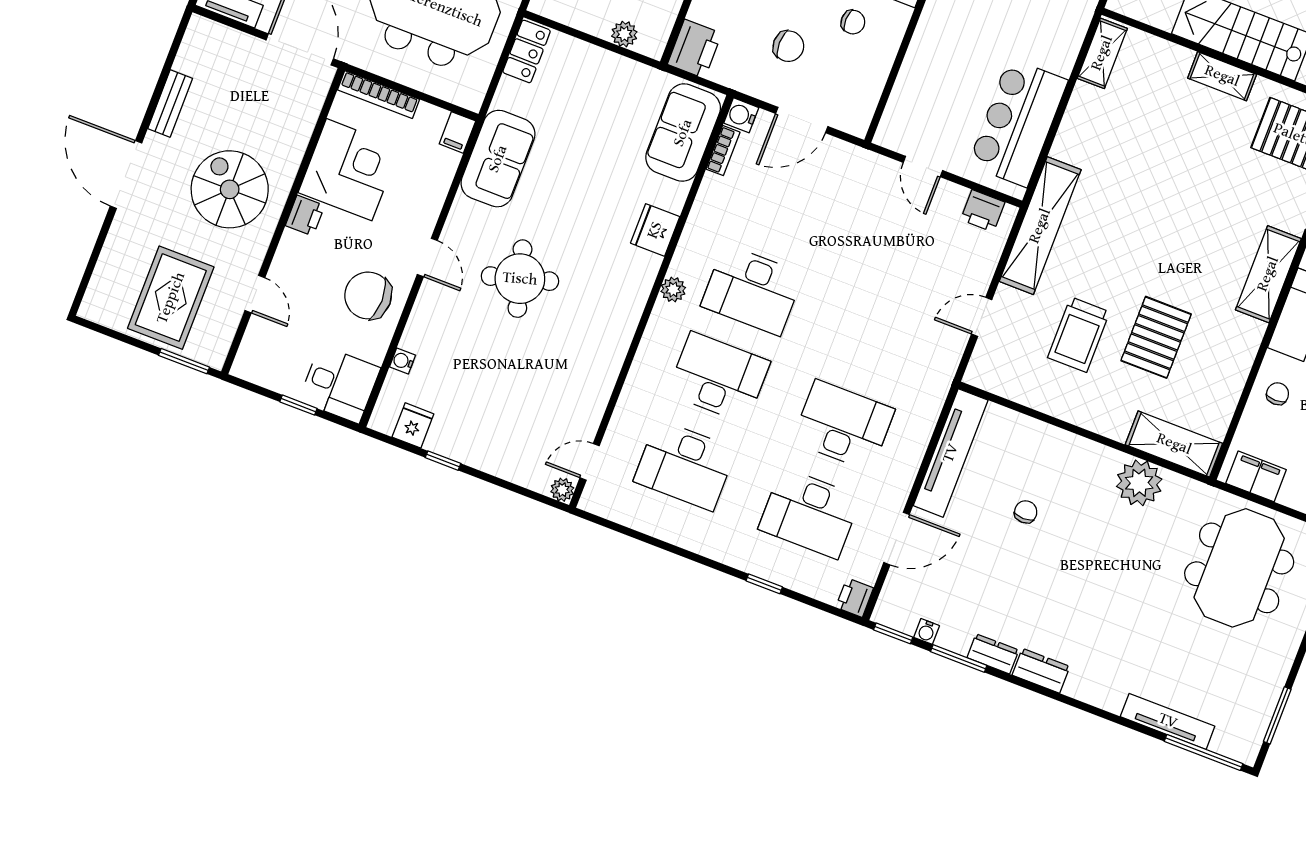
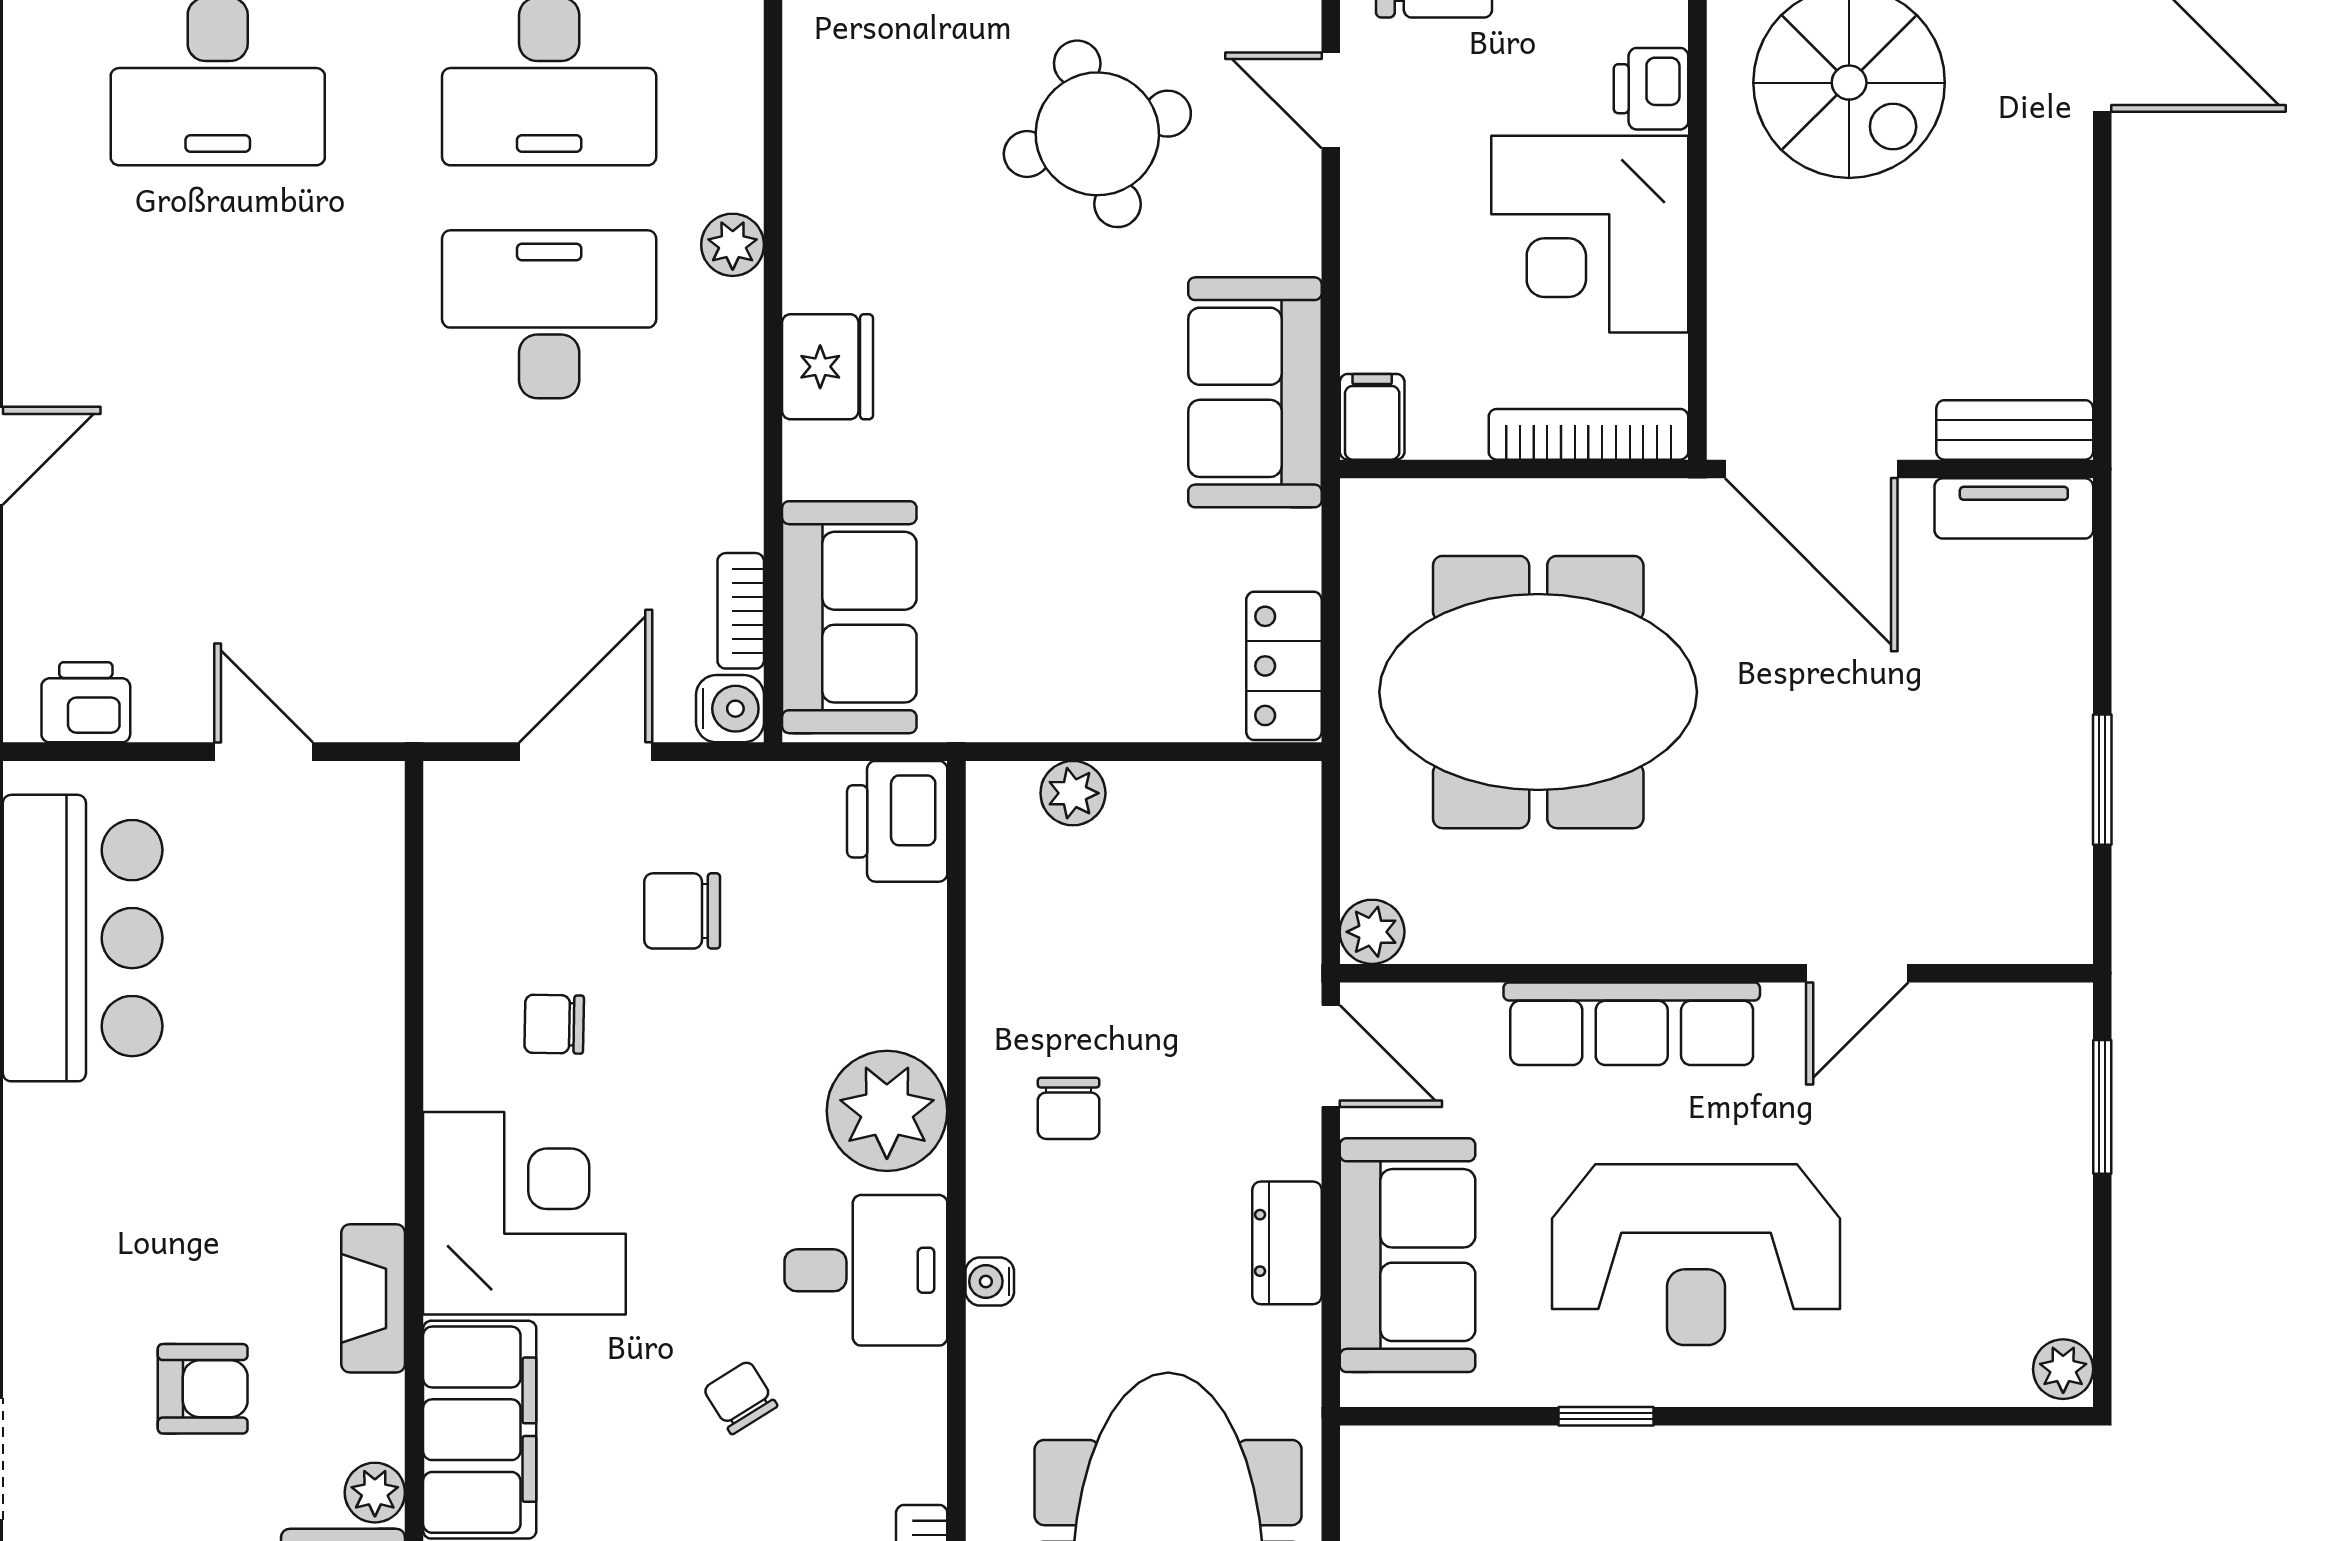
bench: (170, 104) -> (2015, 430), moved, turned 90

